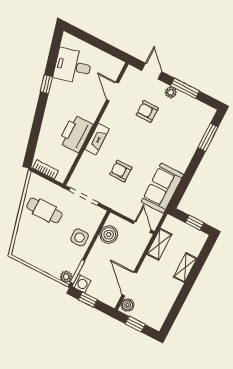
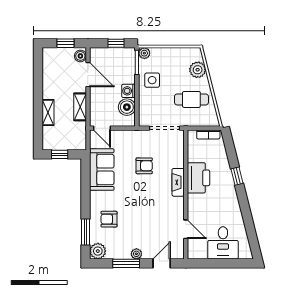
desk: (73, 66) -> (223, 243), moved, turned 104
door: (152, 71) -> (162, 263), swing flipped
window: (46, 84) -> (237, 176), moved
armchair: (147, 111) -> (109, 219), moved, turned 180
plant: (206, 114) -> (98, 251), added
plant: (24, 235) -> (198, 70), added
side table: (80, 237) -> (152, 80), moved
shelving: (159, 244) -> (80, 107), moved
washing machine: (81, 283) -> (128, 91), moved

